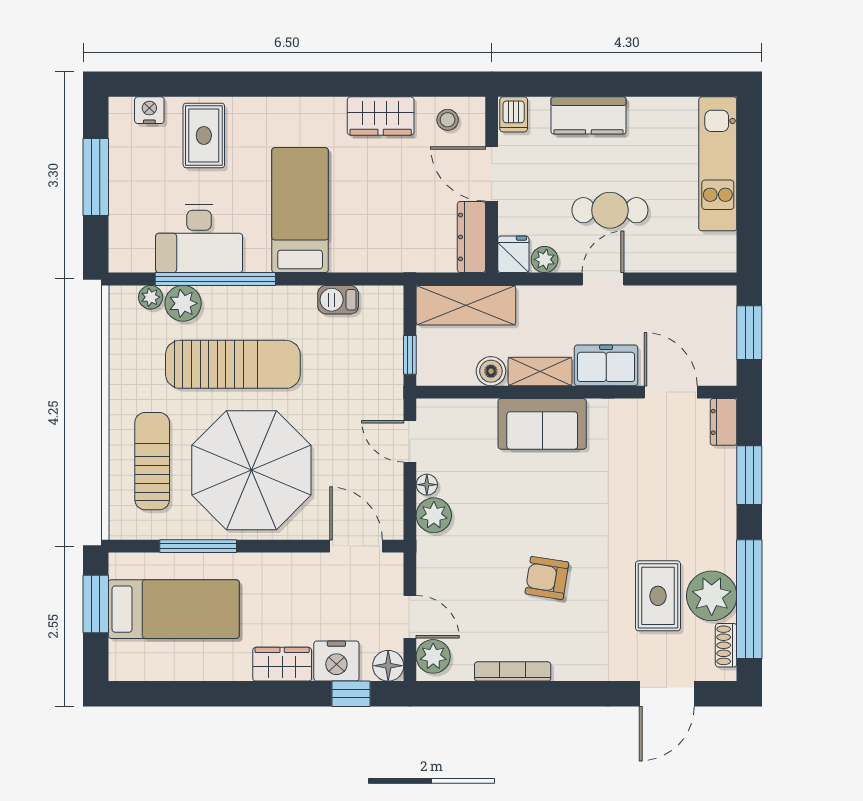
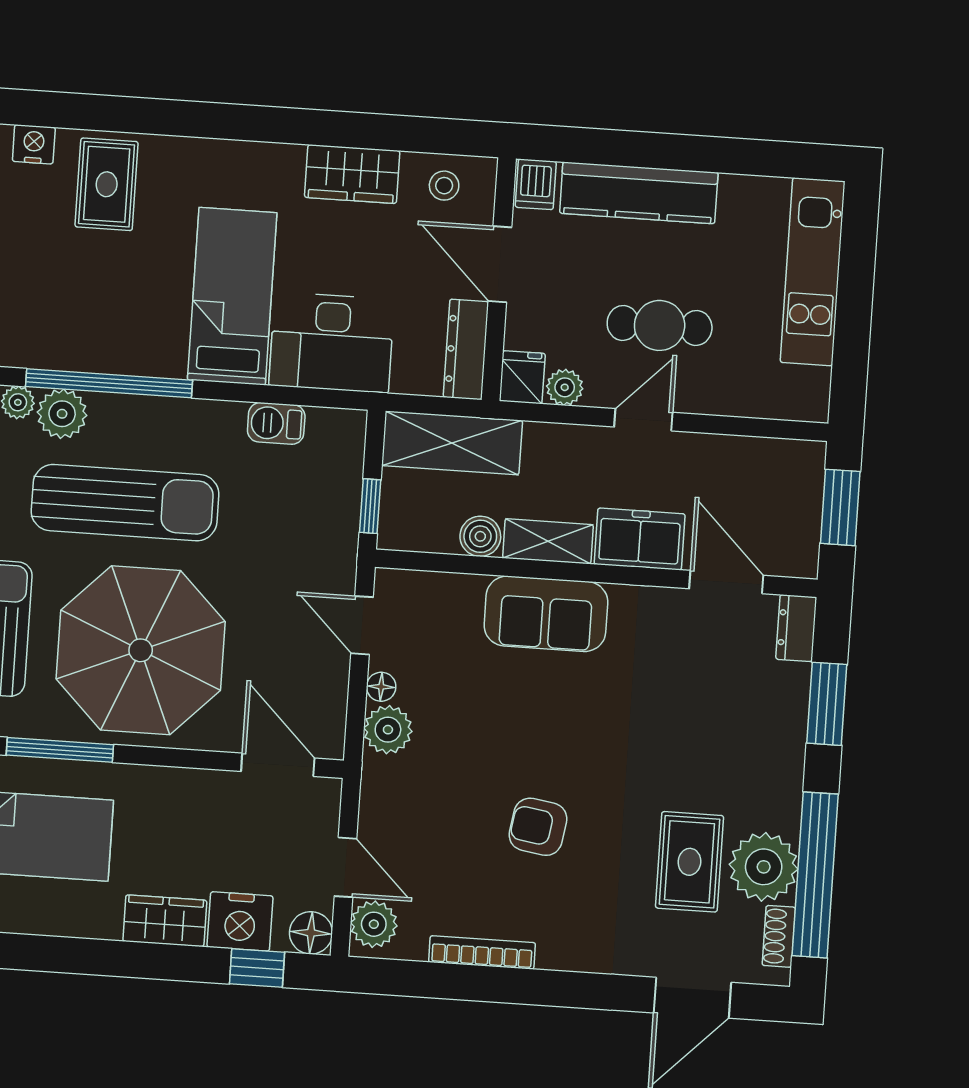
kitchen counter: (588, 115) -> (639, 193), width x1.50
desk: (199, 239) -> (332, 343), moved

